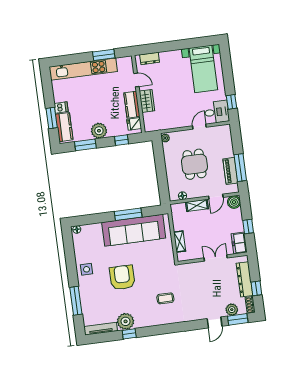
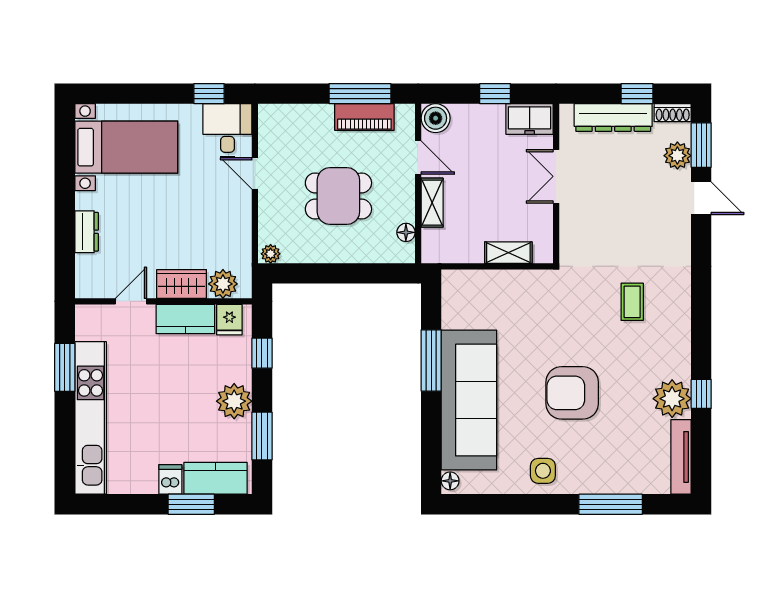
dresser: (150, 58) -> (87, 232), moved
plant: (149, 119) -> (223, 284), added
sofa: (134, 230) -> (469, 400), moved

